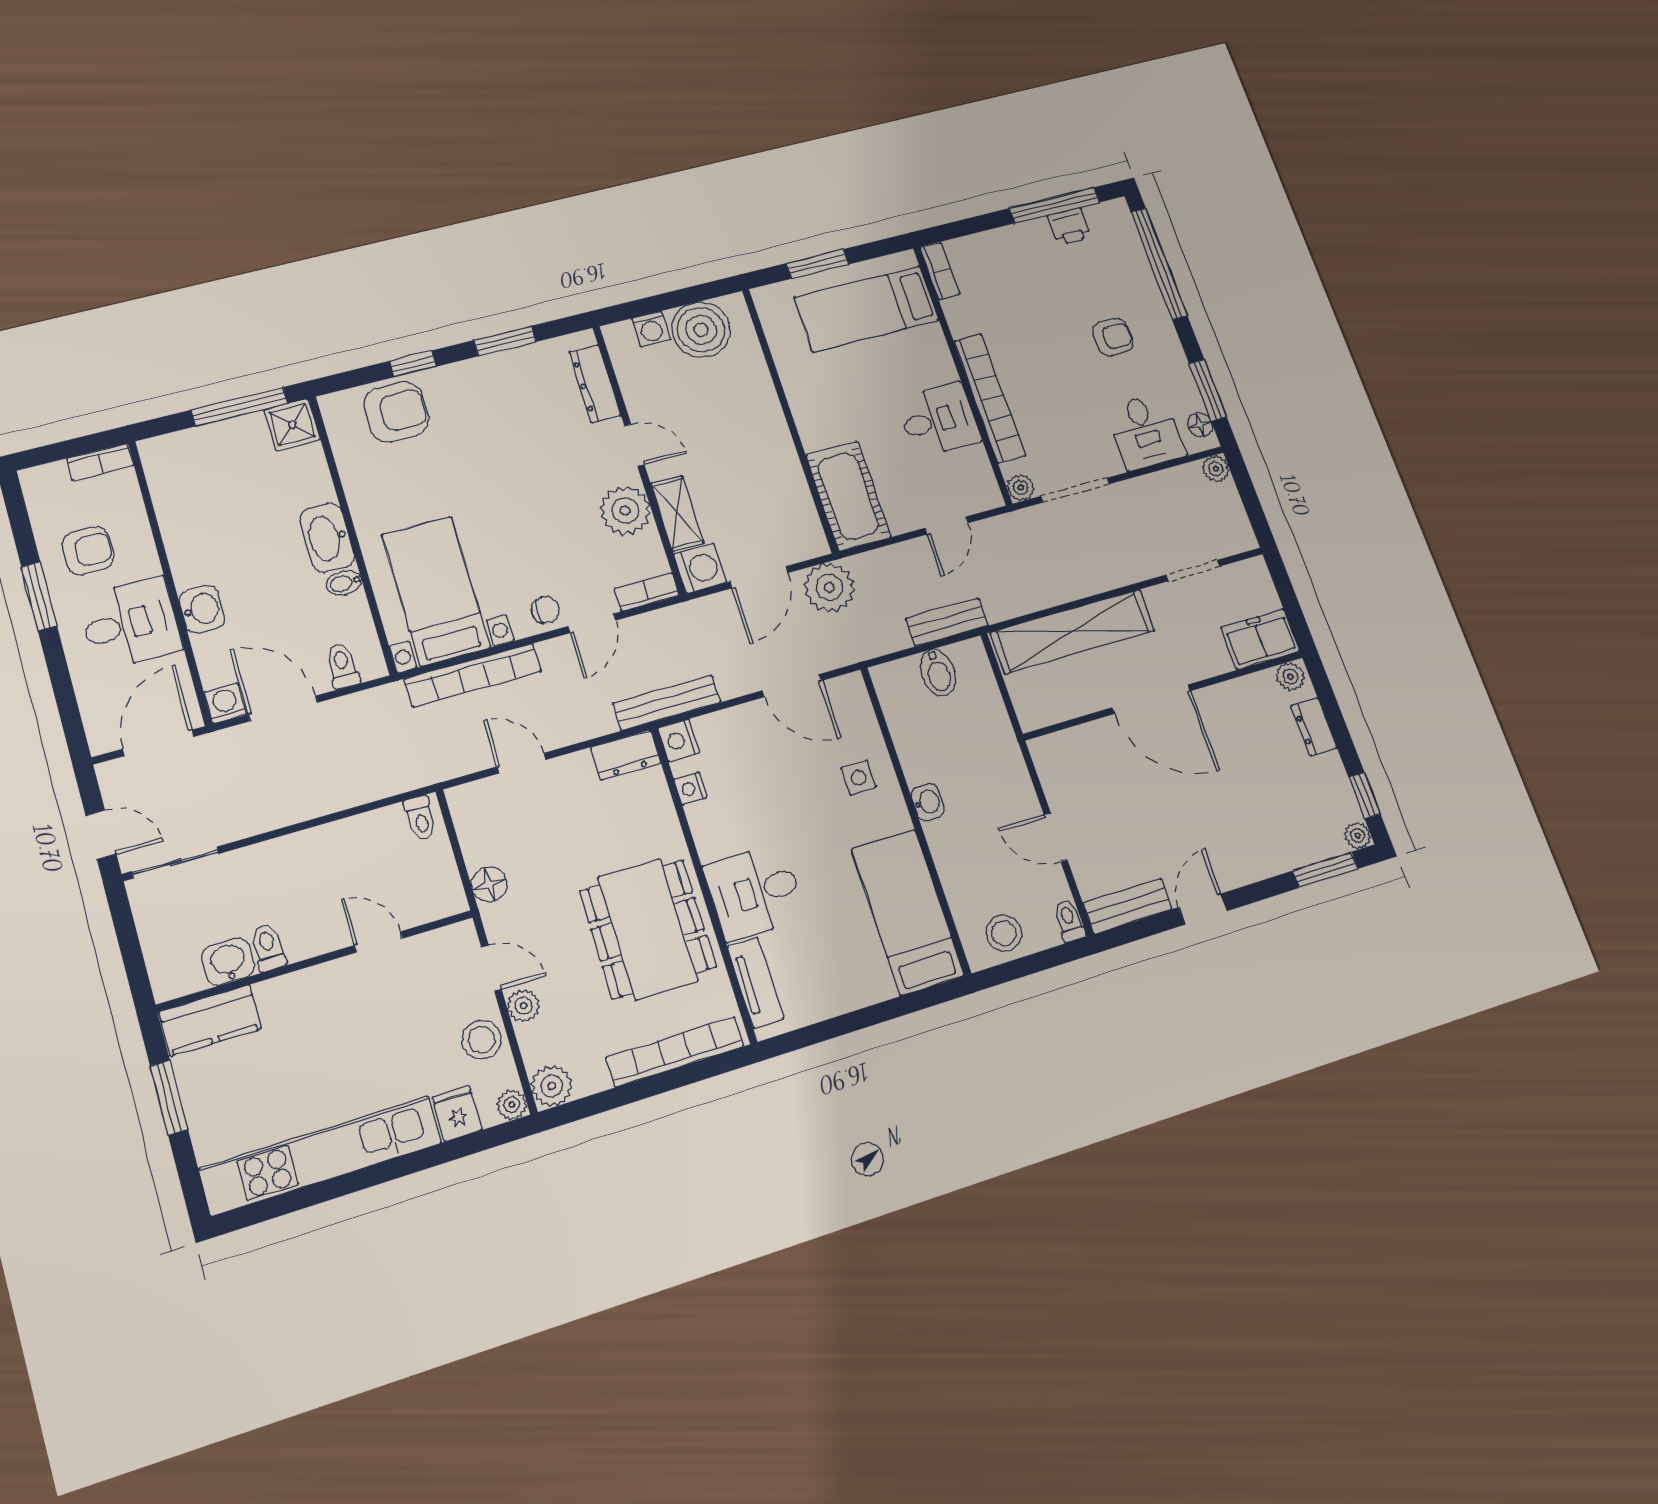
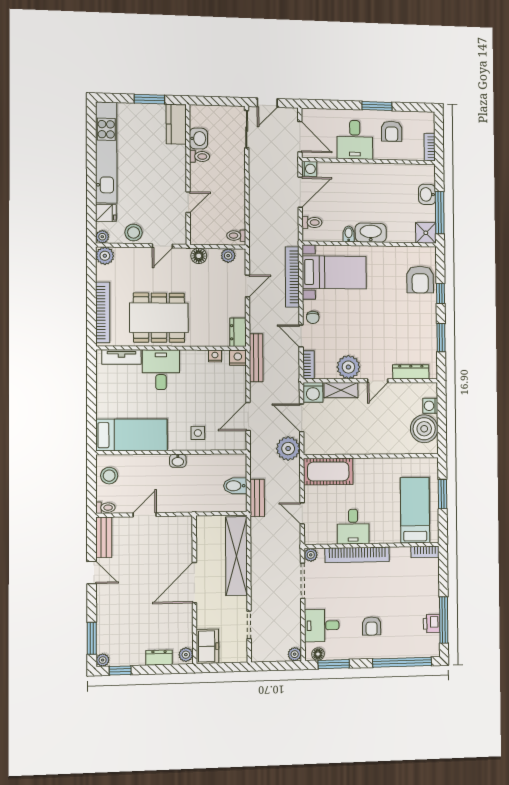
washbasin: (202, 609) -> (427, 194), moved, turned 90
plant: (523, 1006) -> (228, 256), moved

